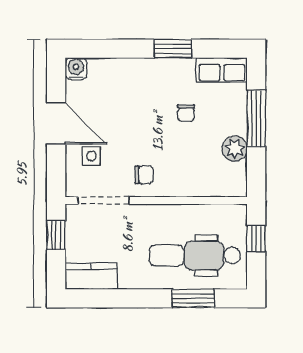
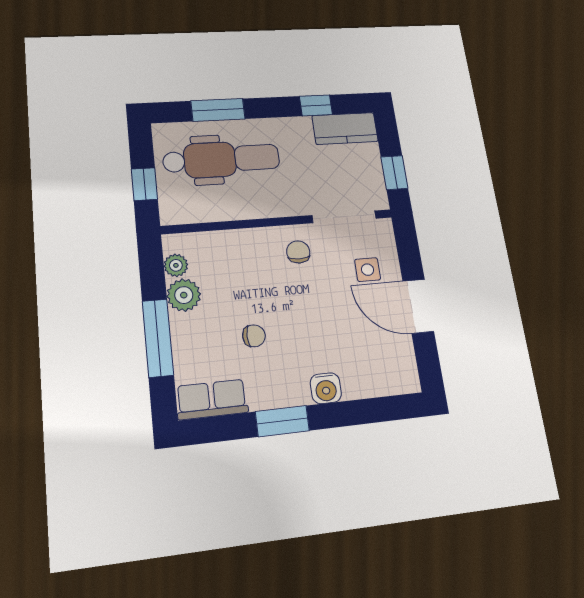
water cooler: (76, 69) -> (326, 388), moved
chair: (186, 113) -> (254, 336), turned 90
plant: (238, 172) -> (176, 265), added
chair: (144, 175) -> (298, 252), turned 90
window: (112, 298) -> (316, 105), added

